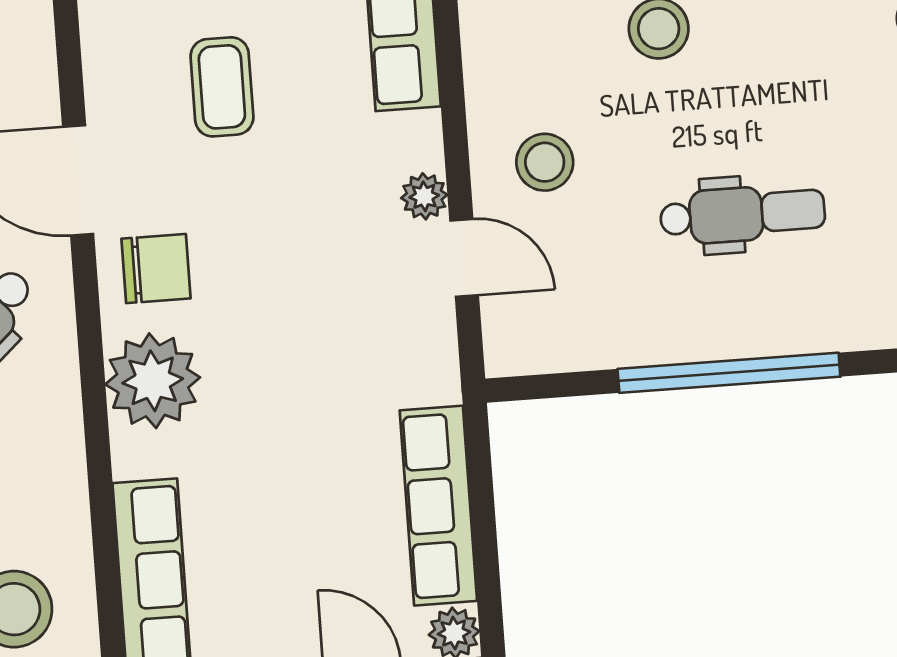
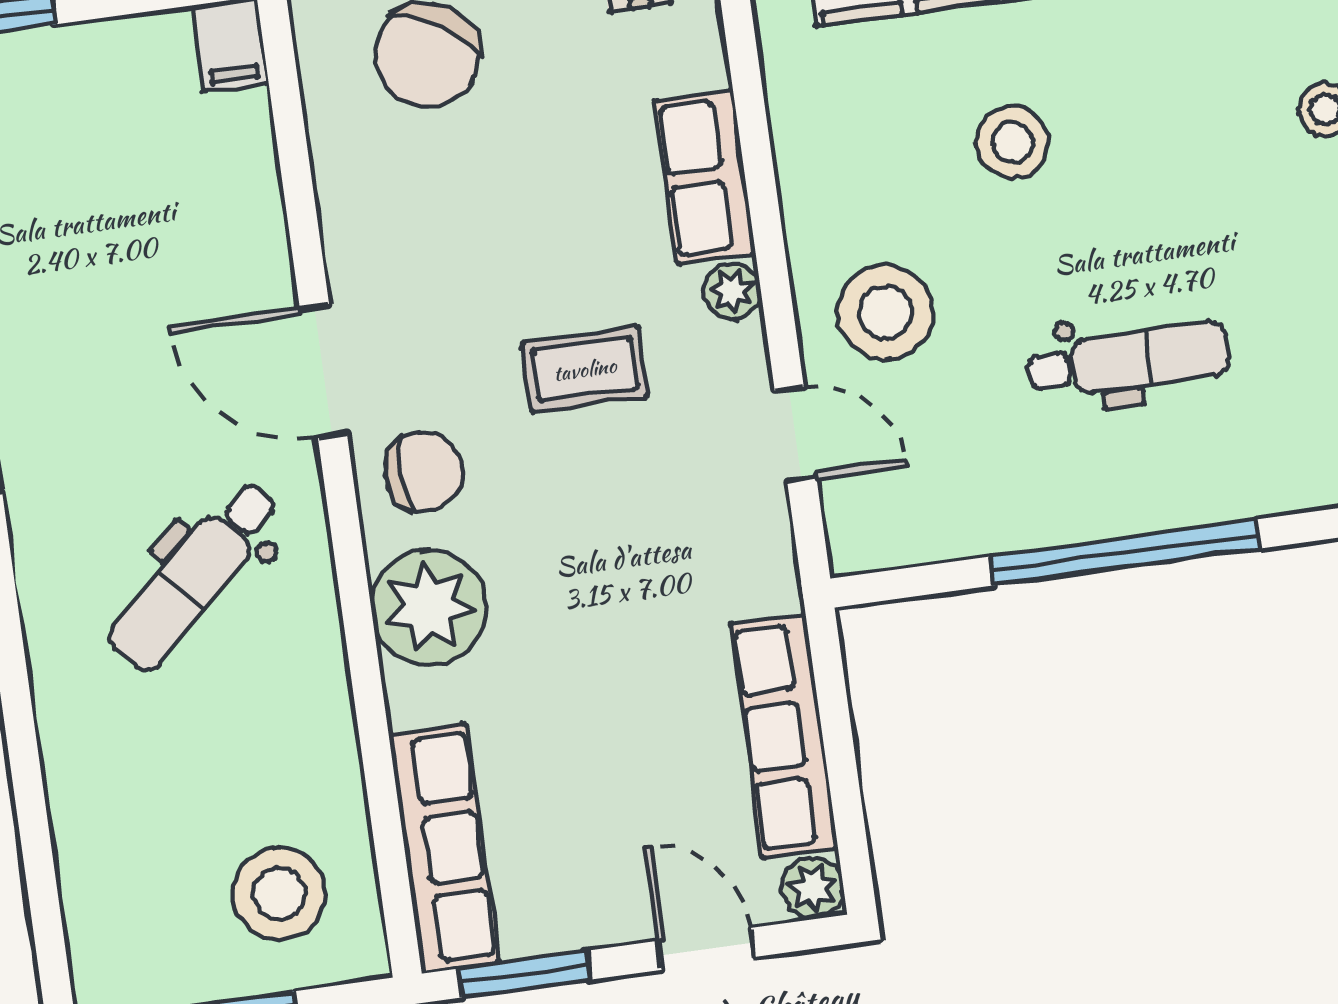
coffee table: (222, 87) -> (585, 369), moved, turned 90
stool: (545, 162) -> (885, 313), width x1.38, depth x1.38
plant: (424, 196) -> (733, 291), moved

